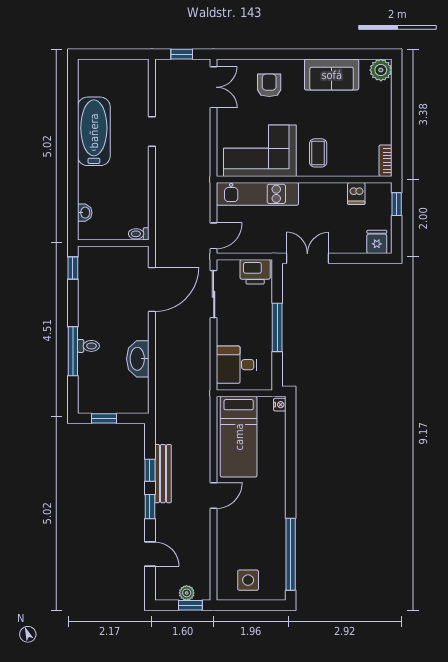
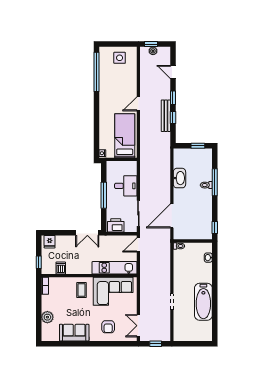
plant: (381, 70) -> (47, 317), moved
desk: (237, 365) -> (126, 186), moved

